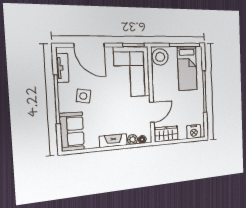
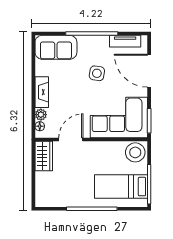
door: (89, 45) -> (149, 71), hinge flipped
side table: (83, 96) -> (97, 73), moved
door: (152, 112) -> (71, 139), swing flipped
nightstand: (194, 132) -> (43, 192), removed

